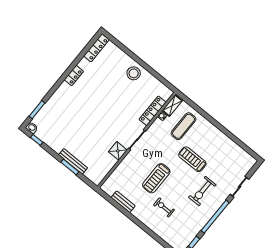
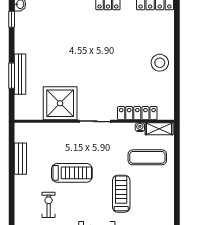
shower: (118, 151) -> (60, 103), width x1.86, depth x1.86
treadmill: (156, 178) -> (72, 173), turned 180

